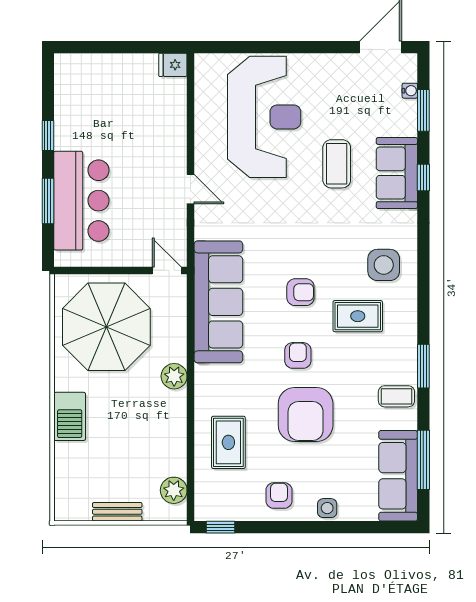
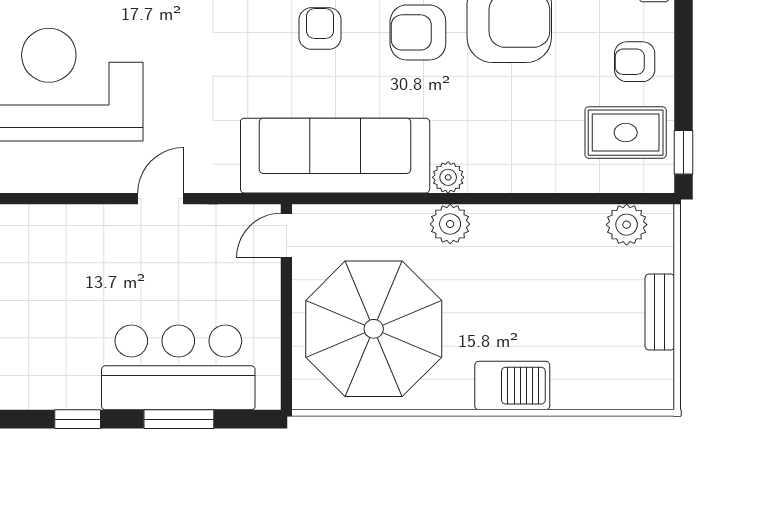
armchair: (298, 355) -> (418, 32), width x1.38, depth x1.38
plant: (204, 375) -> (448, 177), added
rug: (228, 442) -> (626, 133), moved

